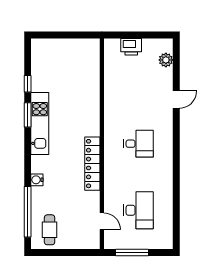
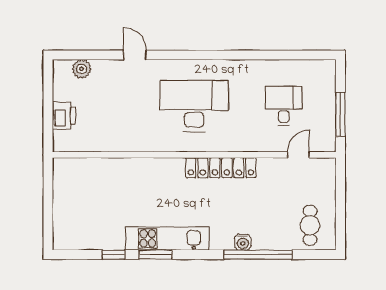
desk: (138, 144) -> (194, 106), width x1.87, depth x1.30
desk: (138, 210) -> (284, 106), width x0.73
window: (28, 212) -> (258, 255), moved
cafe table: (50, 230) -> (310, 225), turned 90

